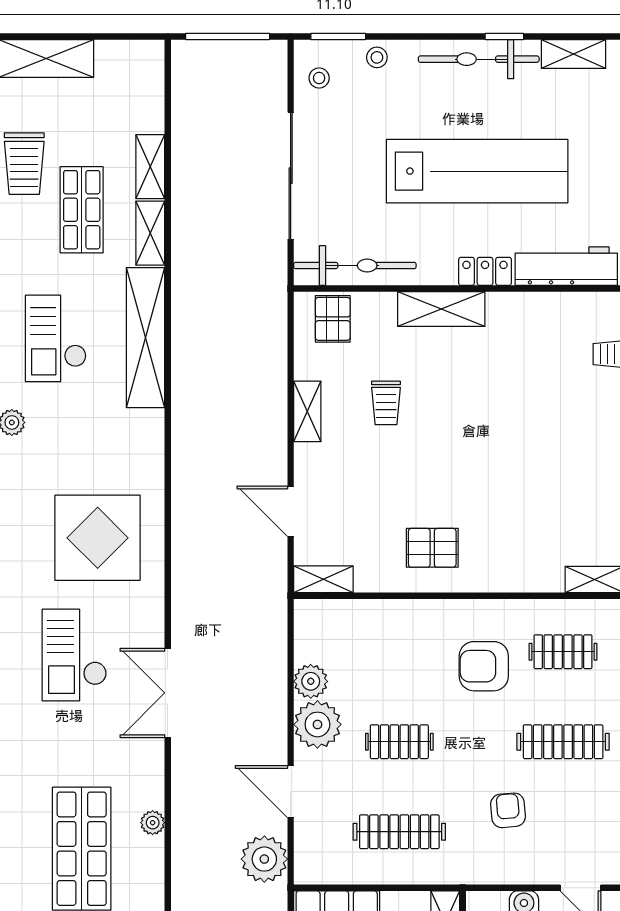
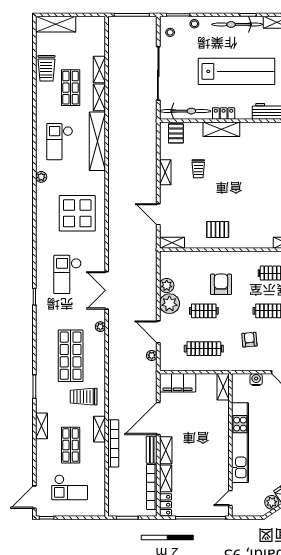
locker: (485, 271) -> (224, 113), moved
display table: (98, 538) -> (77, 213), moved
armchair: (484, 666) -> (221, 284), moved, turned 90
plant: (153, 823) -> (100, 327), moved
plant: (264, 859) -> (152, 356), width x0.53, depth x0.53

